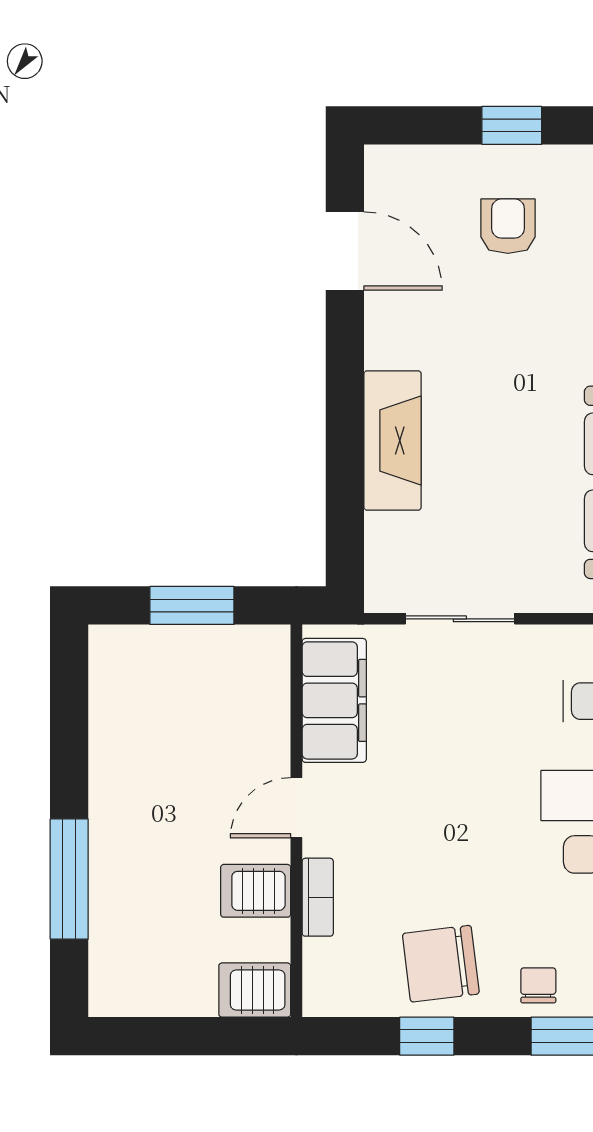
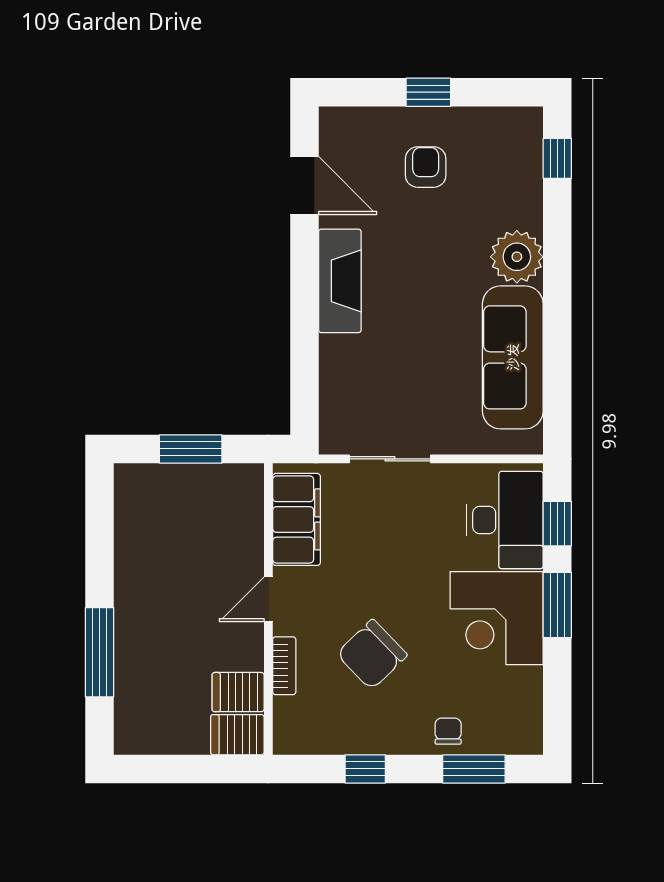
fireplace: (393, 440) -> (340, 281), moved
server rack: (256, 891) -> (238, 692), moved
chair: (441, 964) -> (372, 654), moved, turned -37

